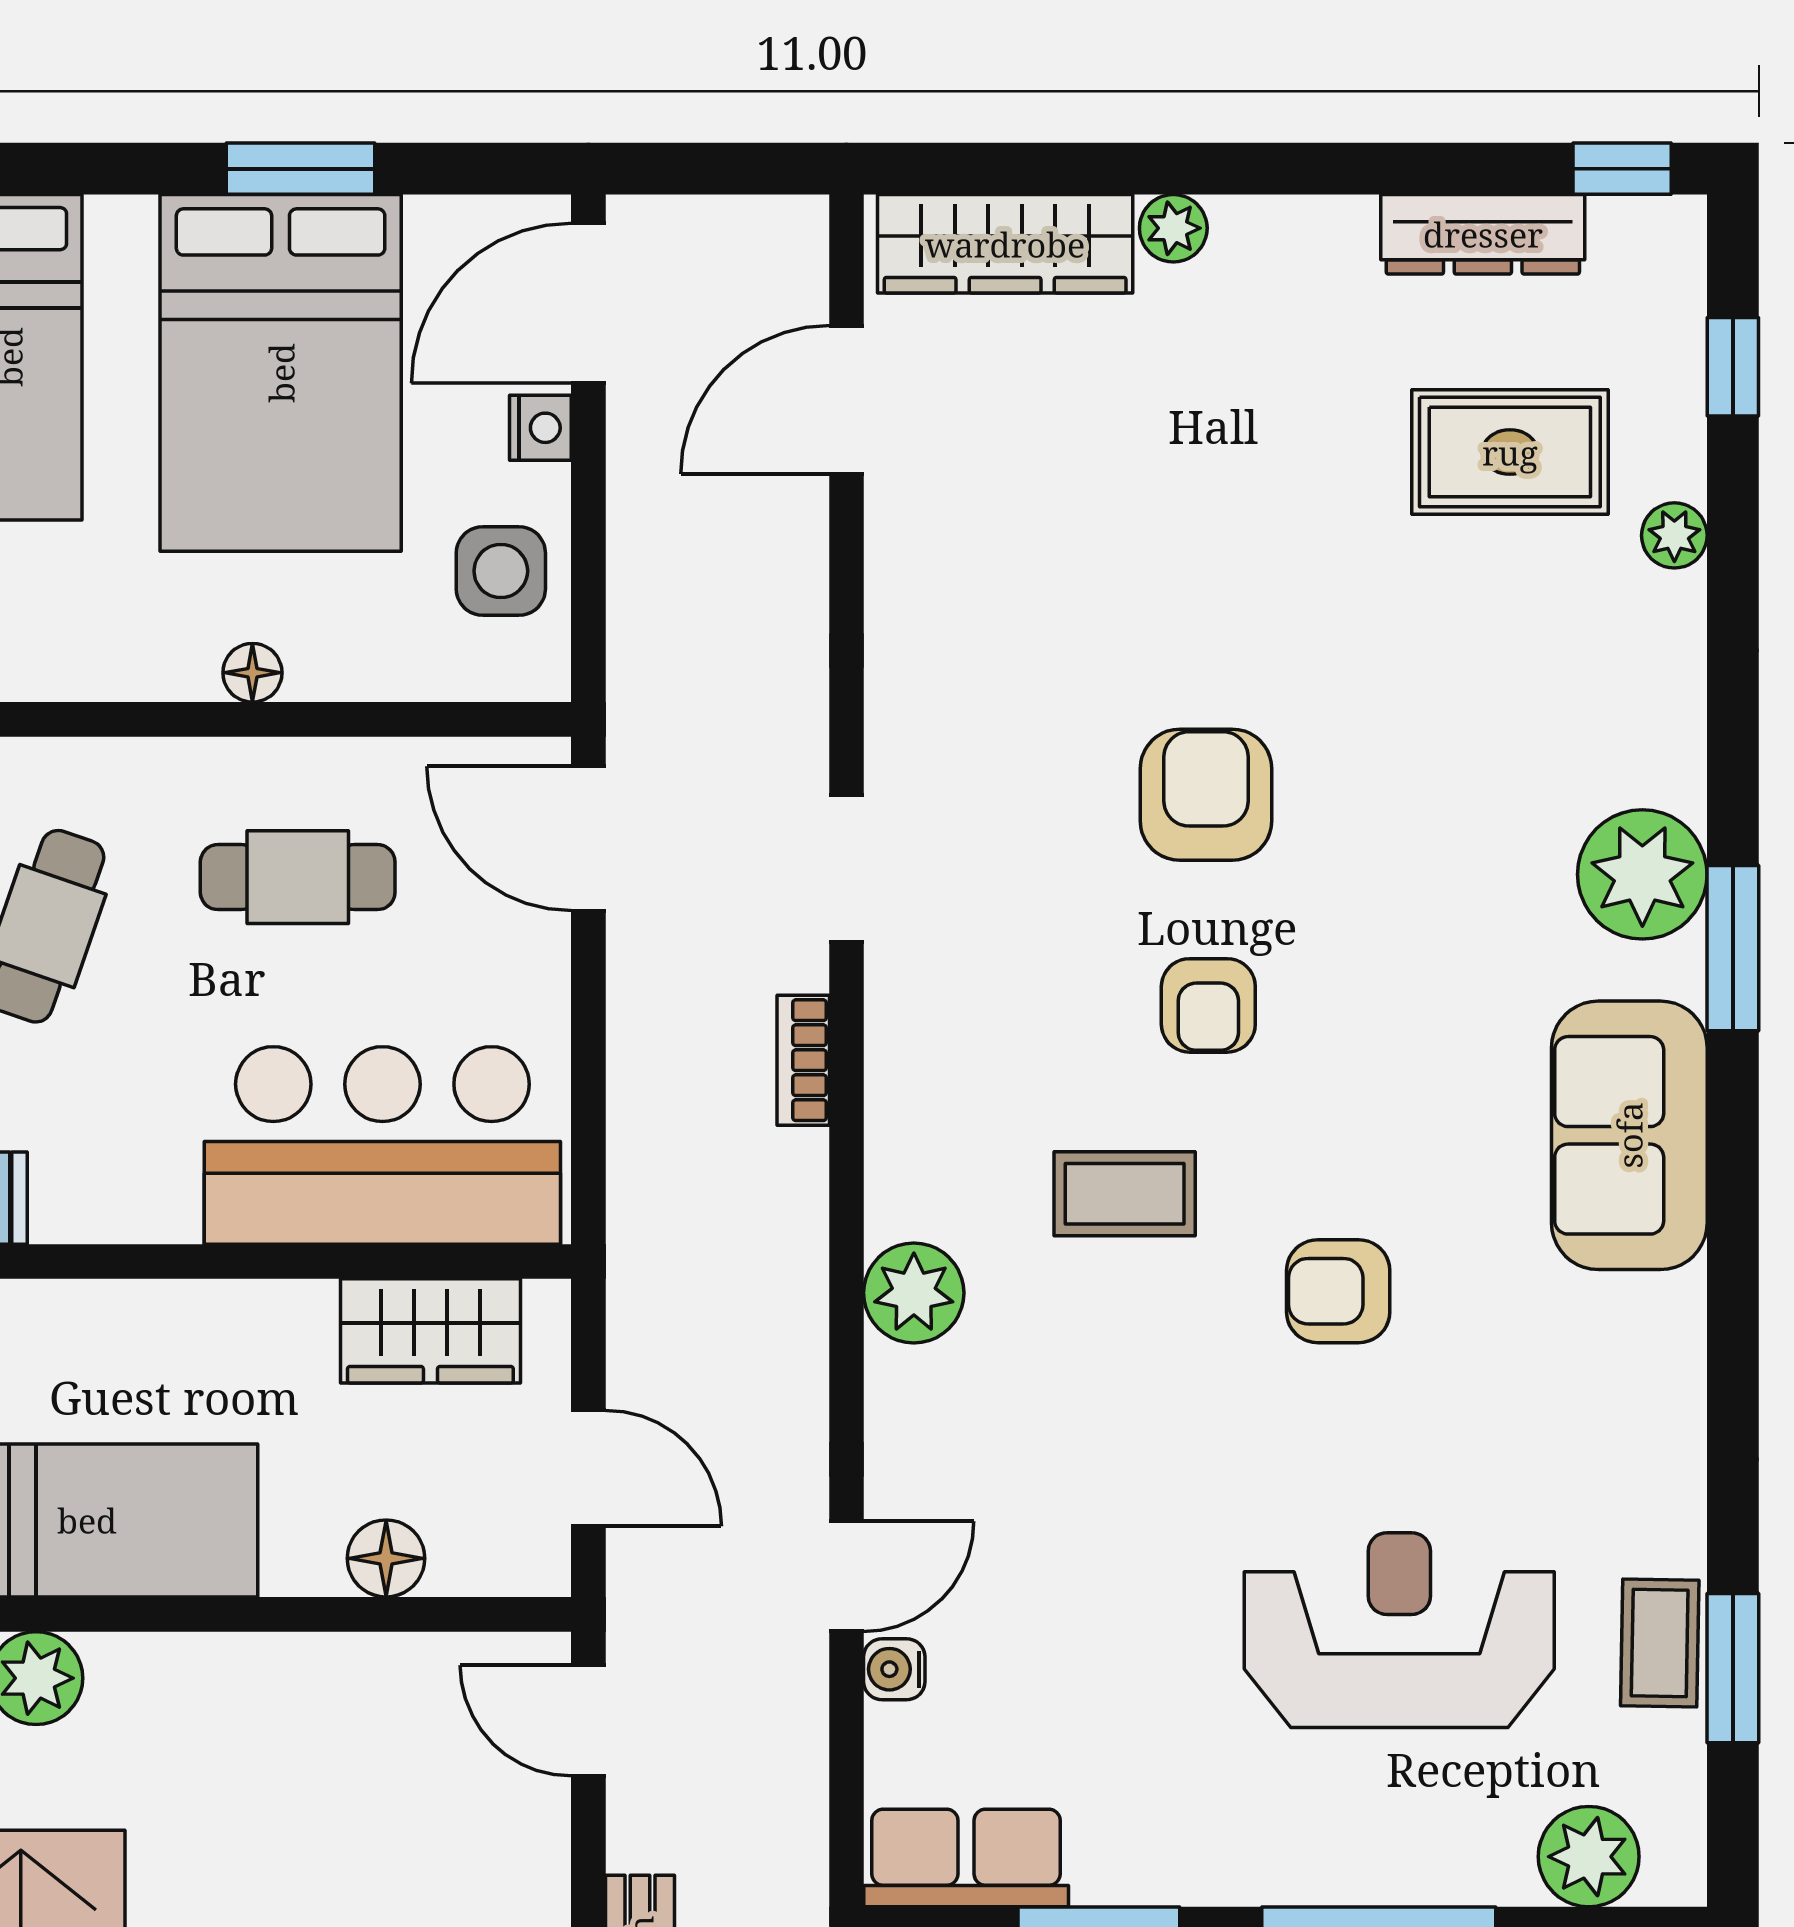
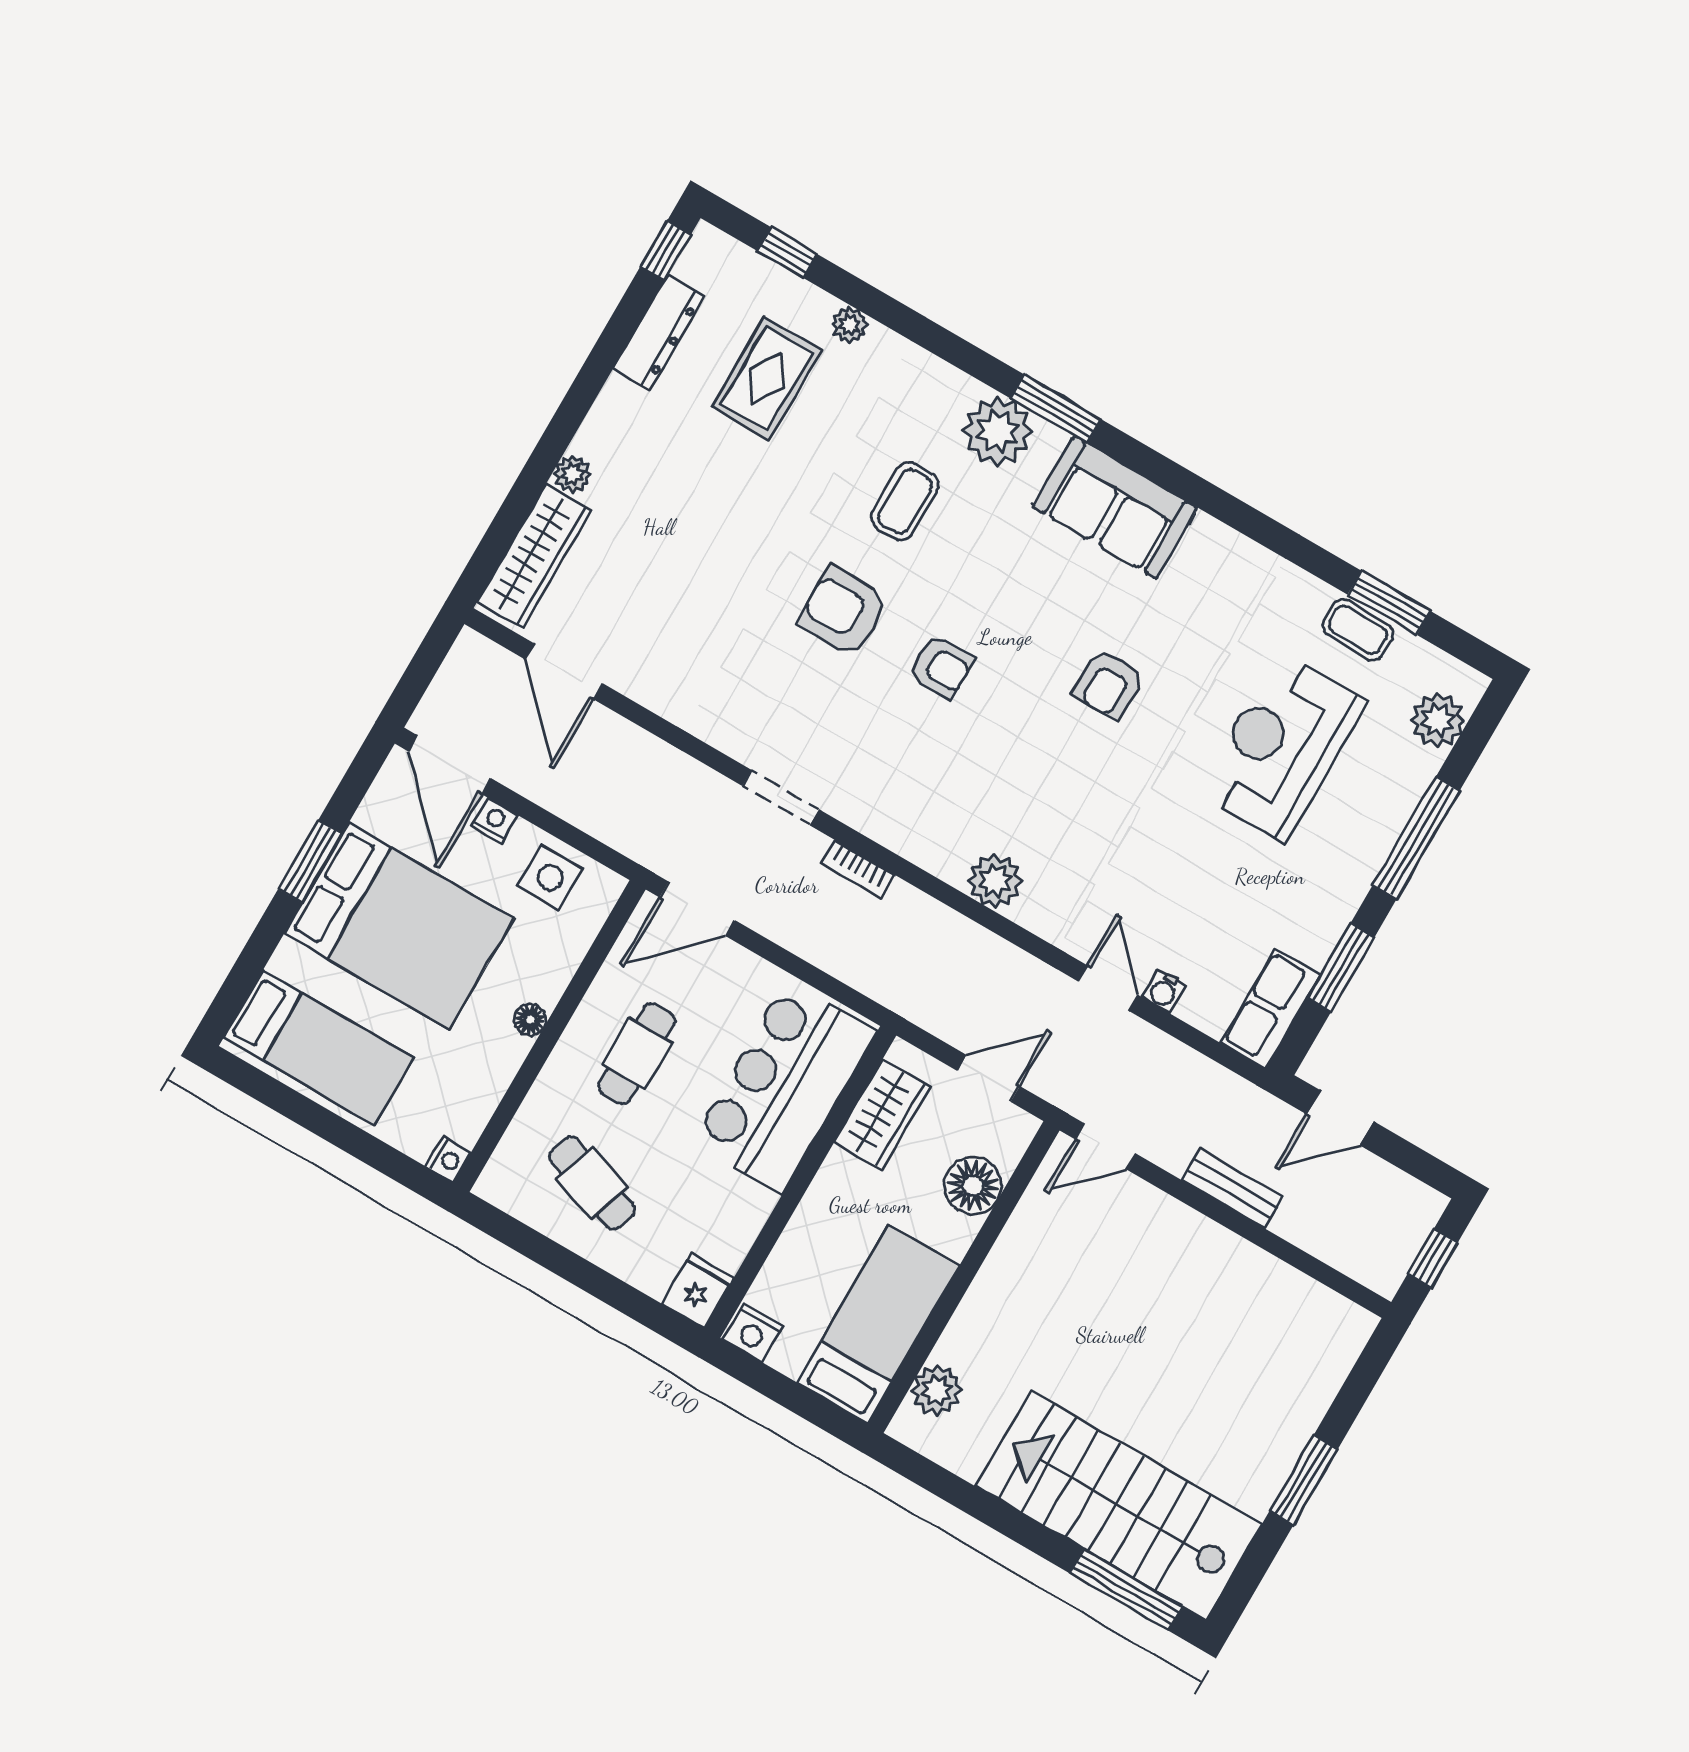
coffee table: (1125, 1194) -> (905, 501), moved
floor lamp: (386, 1558) -> (973, 1186), width x1.38, depth x1.38

